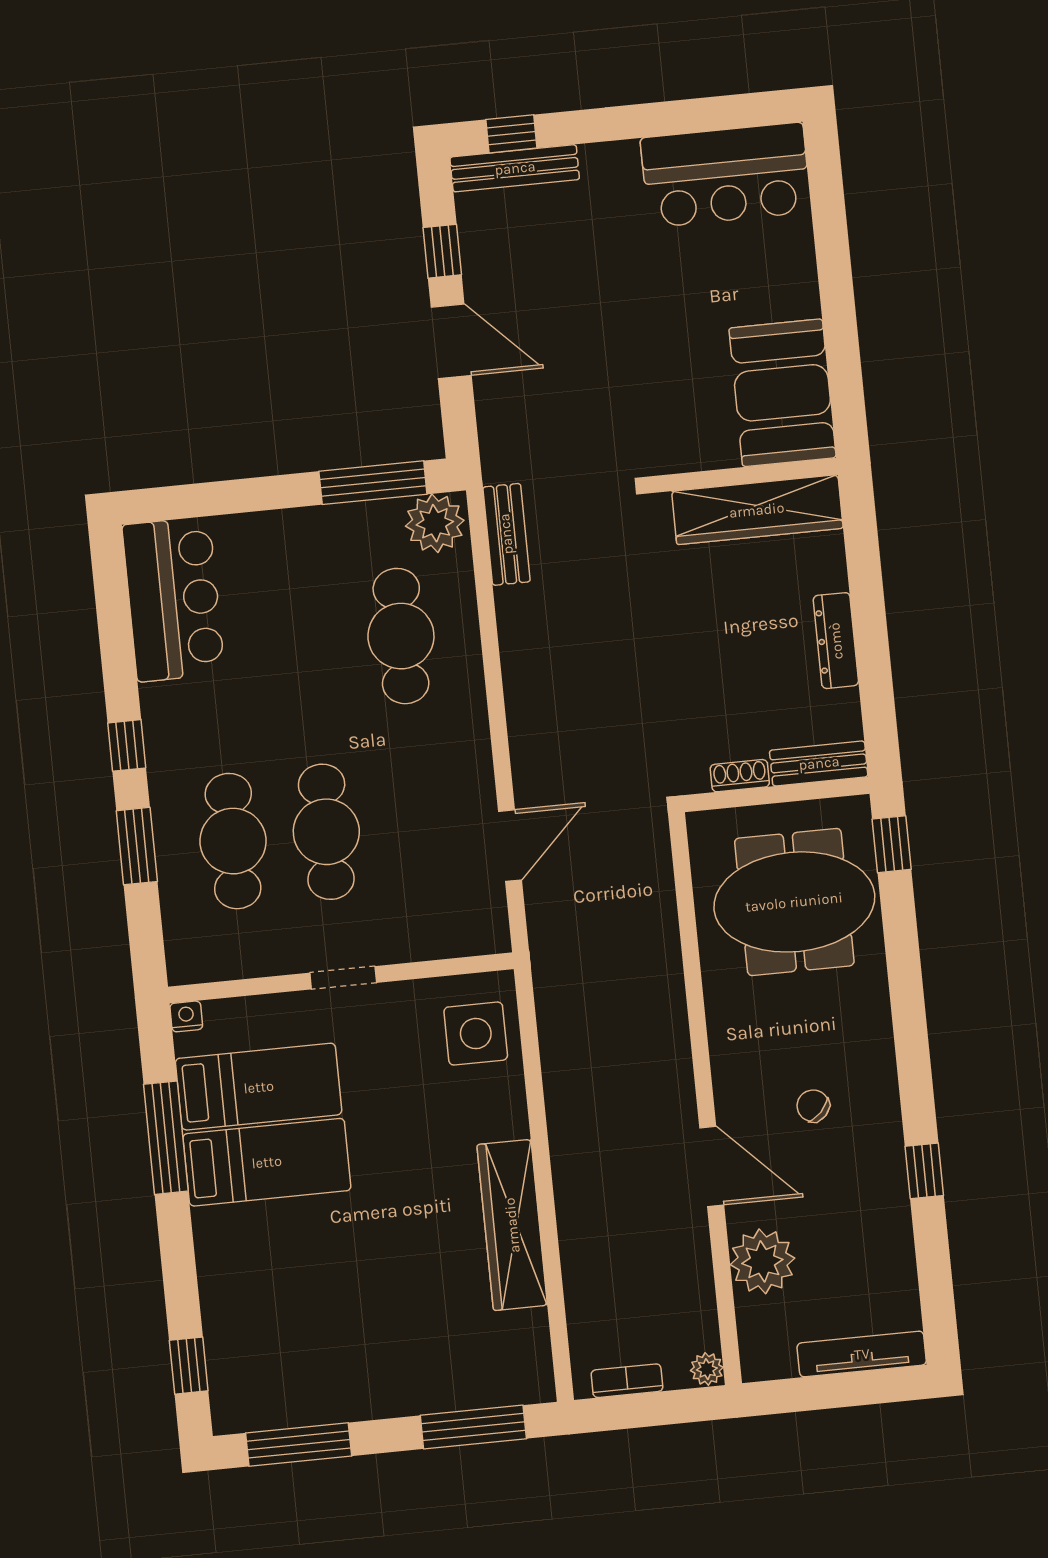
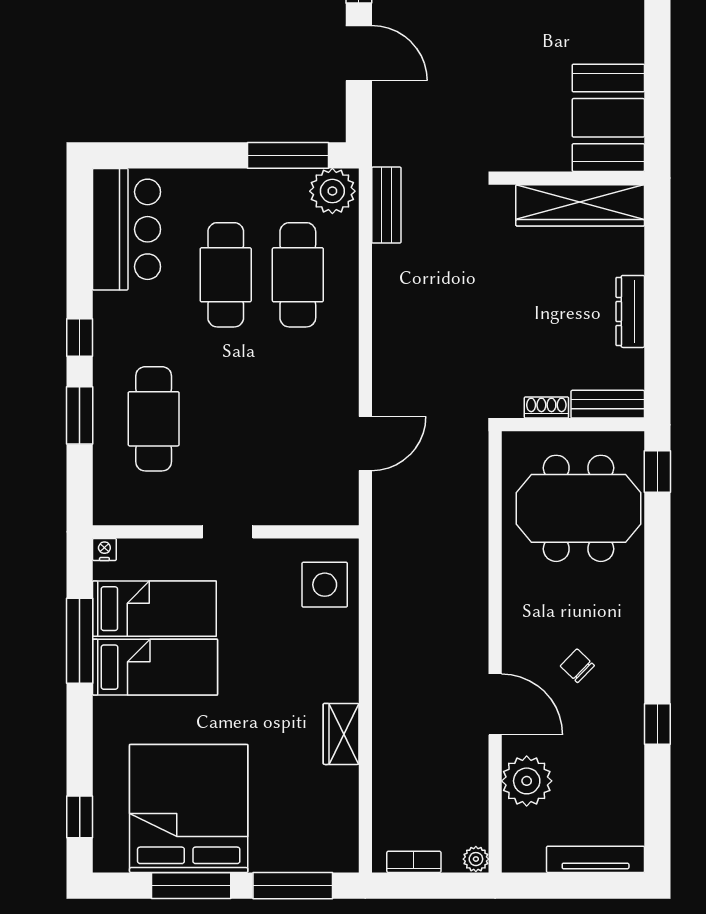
cafe table: (326, 832) -> (226, 275), moved
wardrobe: (512, 1225) -> (341, 734), width x0.48, depth x0.85
bed: (329, 1341) -> (189, 809), added
window: (299, 1444) -> (191, 886), moved

